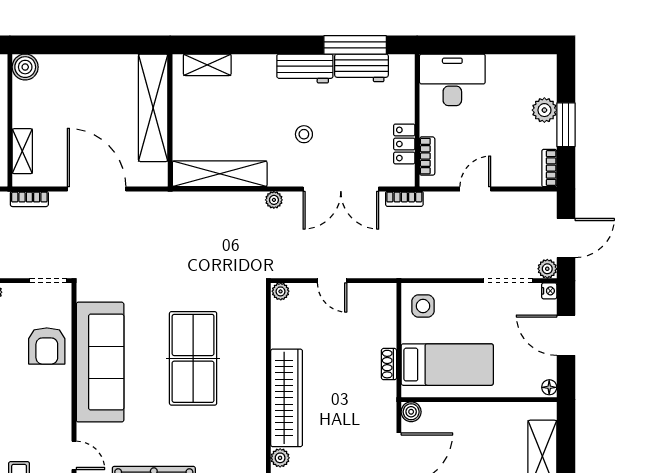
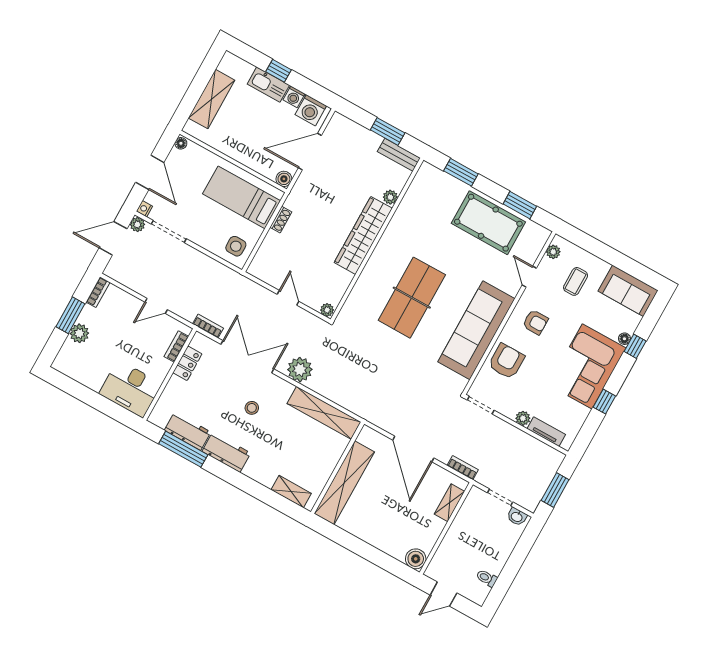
plant: (274, 200) -> (300, 370), width x1.87, depth x1.87
armchair: (39, 408) -> (535, 322), added

